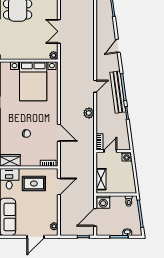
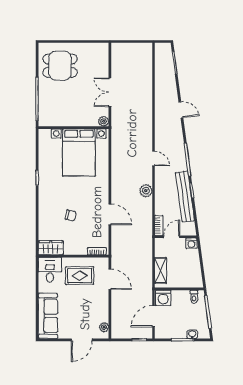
door: (118, 46) -> (181, 110), swing flipped
door: (95, 86) -> (153, 158), hinge flipped
bench: (118, 92) -> (185, 196), moved
door: (59, 186) -> (110, 279), hinge flipped

